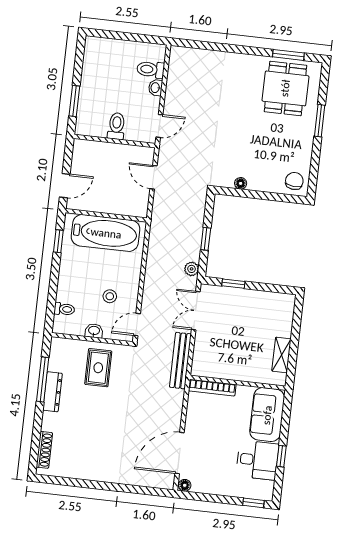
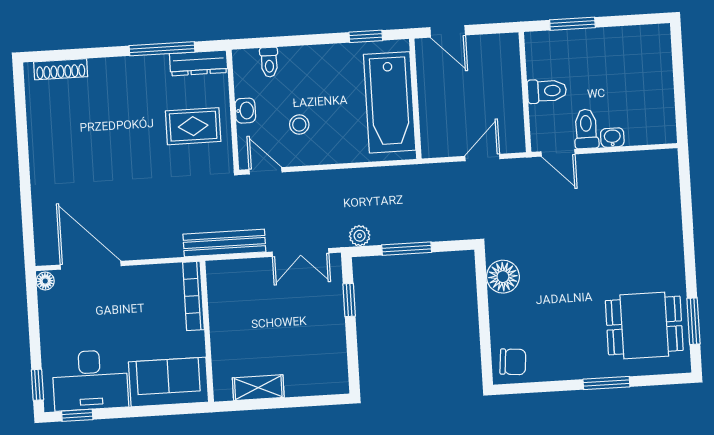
toilet: (151, 70) -> (586, 129), moved
floor lamp: (241, 183) -> (503, 277), width x1.89, depth x1.89
window: (206, 239) -> (407, 249), width x1.50
double door: (196, 311) -> (300, 252), swing flipped
dresser: (53, 392) -> (199, 63), moved
window: (281, 456) -> (77, 415), moved
desk: (257, 460) -> (90, 380), width x1.37

